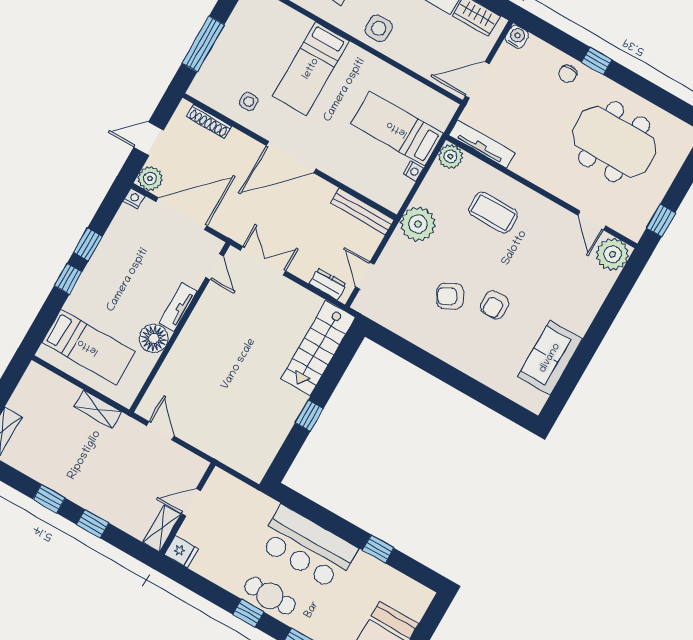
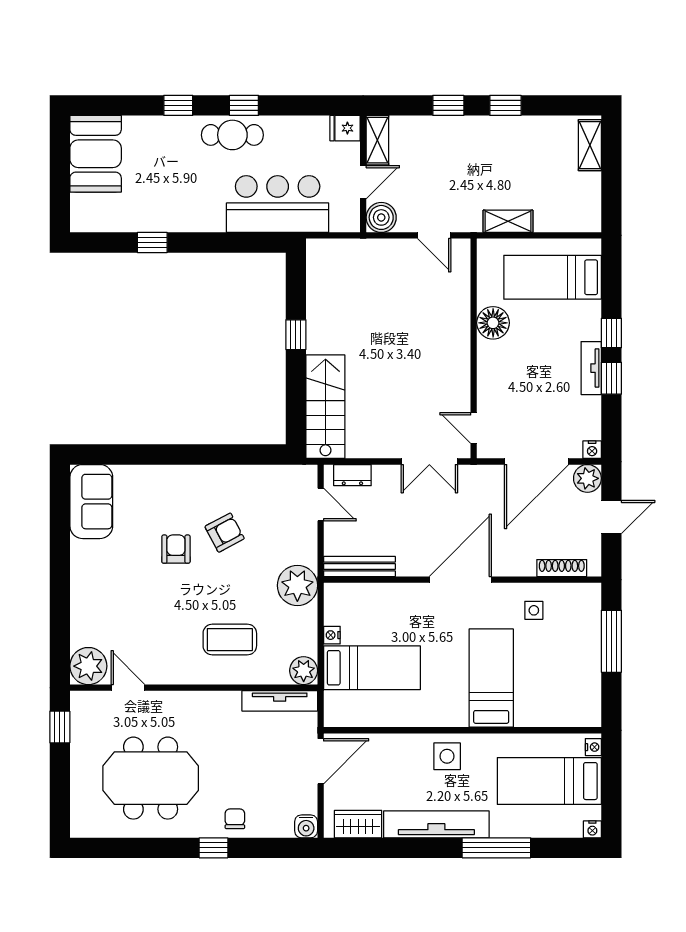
tv unit: (178, 307) -> (591, 368), moved, turned 180
sofa: (550, 358) -> (91, 502), moved
boiler: (193, 468) -> (381, 217), added
bar counter: (308, 547) -> (278, 204), moved

